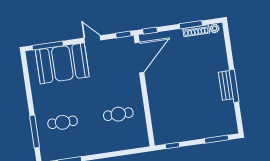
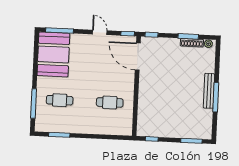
door: (139, 58) -> (138, 56), swing flipped
booth: (62, 63) -> (53, 54), moved, turned 90
bench: (226, 85) -> (209, 91), width x1.36

